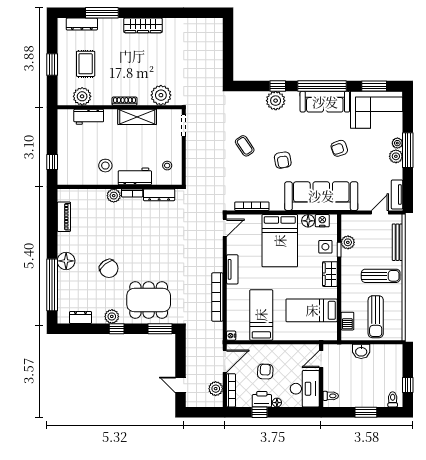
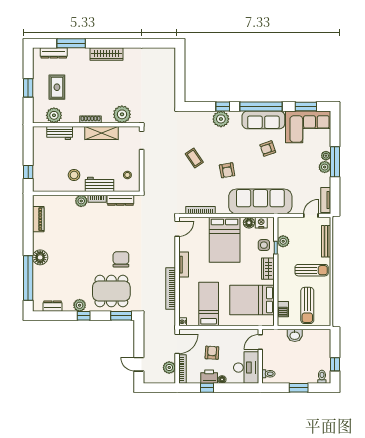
armchair: (339, 148) -> (268, 149), moved
chair: (109, 269) -> (121, 259), moved, turned -143
bed: (312, 310) -> (252, 300), width x1.50

